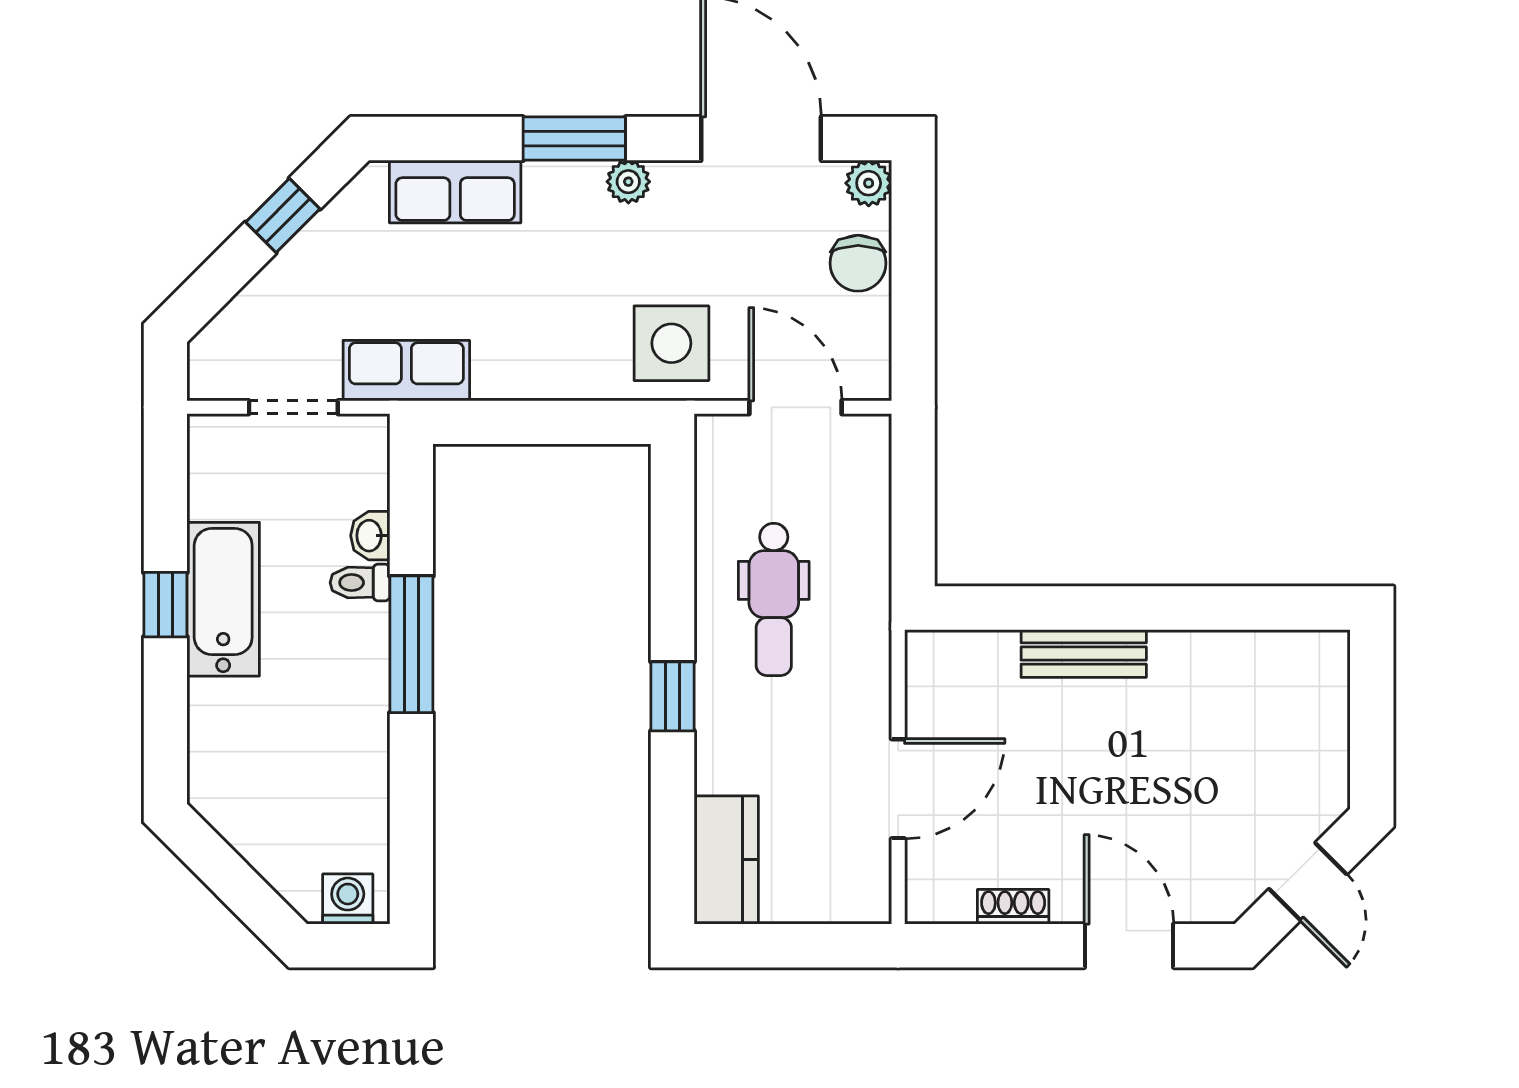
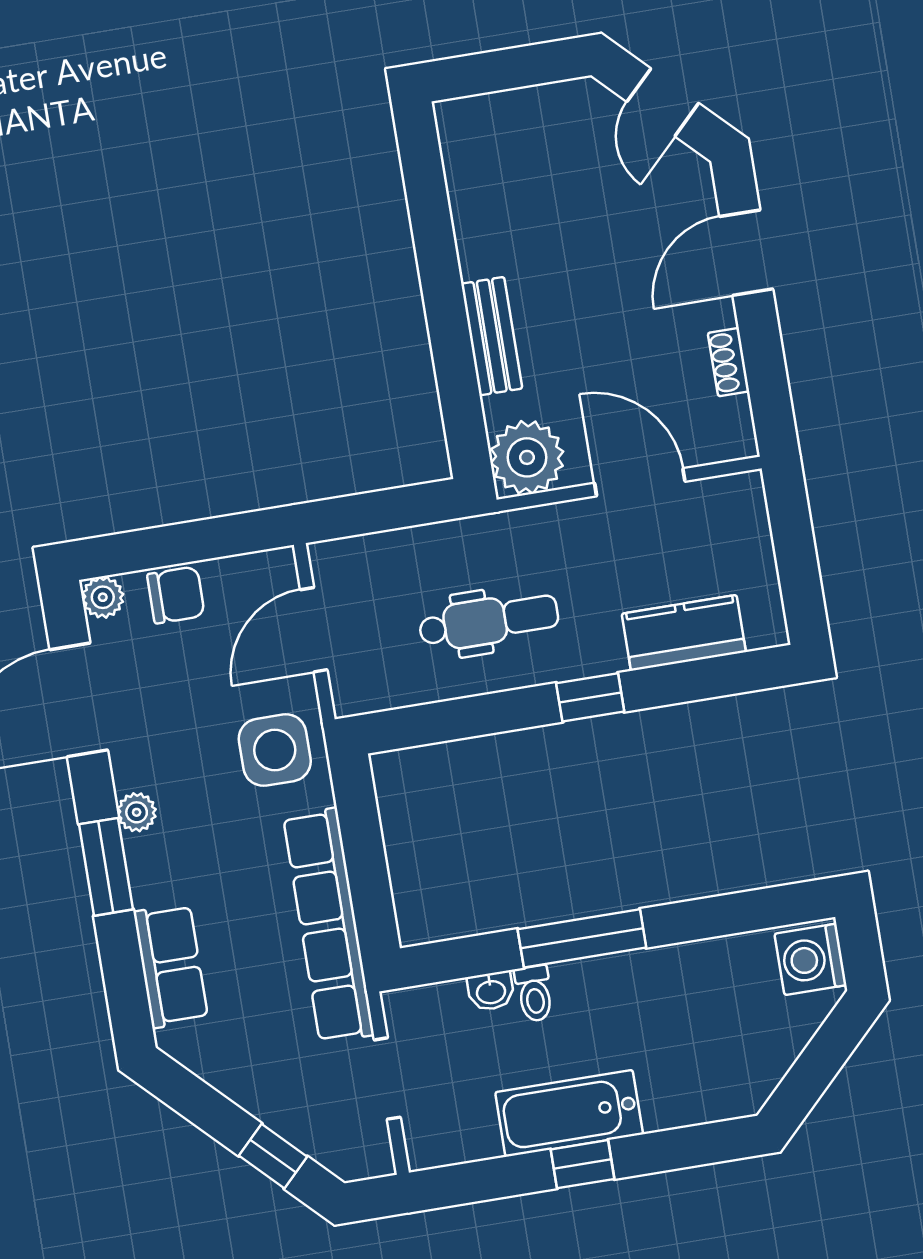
window: (283, 216) -> (273, 1156), moved
row of seats: (406, 371) -> (329, 926), width x2.02
plant: (945, 670) -> (527, 457), added
kitchen counter: (726, 860) -> (684, 633), moved
door: (1308, 882) -> (663, 102), swing flipped
washing machine: (348, 899) -> (811, 959), width x1.38, depth x1.38

